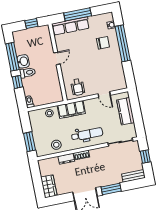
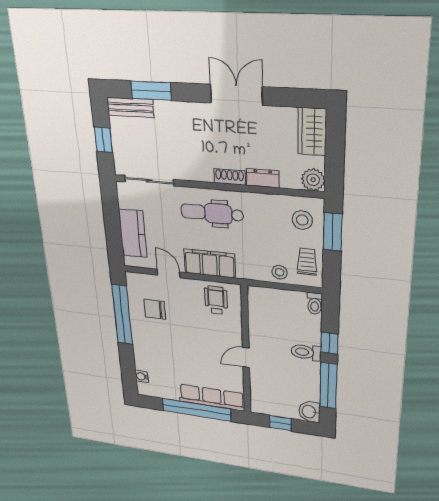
window: (78, 14) -> (197, 410), width x1.46
chair: (103, 43) -> (155, 309), moved
window: (123, 43) -> (122, 315), moved
washbasin: (23, 61) -> (309, 412), moved
filing cabinet: (71, 110) -> (210, 263), moved
trolley: (38, 123) -> (307, 262), added
stool: (56, 145) -> (302, 220), moved
plant: (44, 164) -> (313, 180), added
window: (111, 189) -> (151, 91), moved

